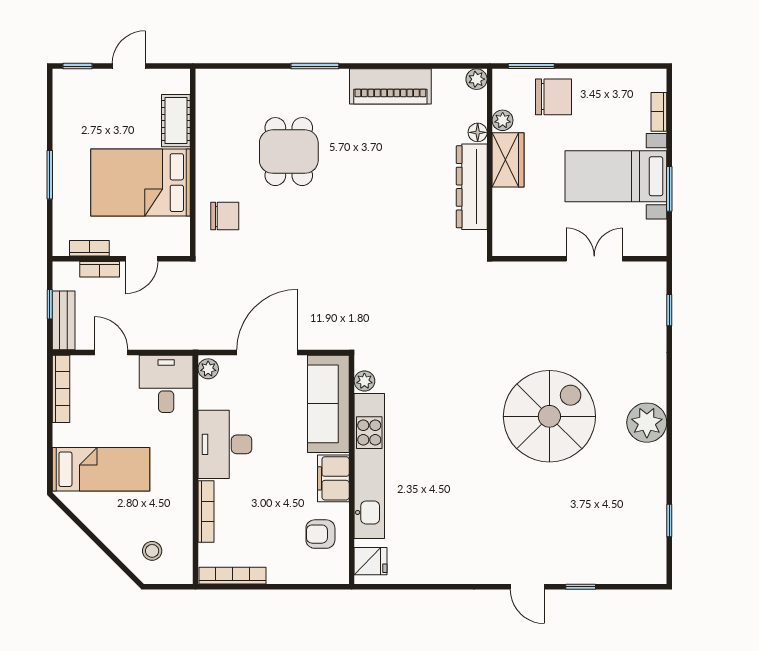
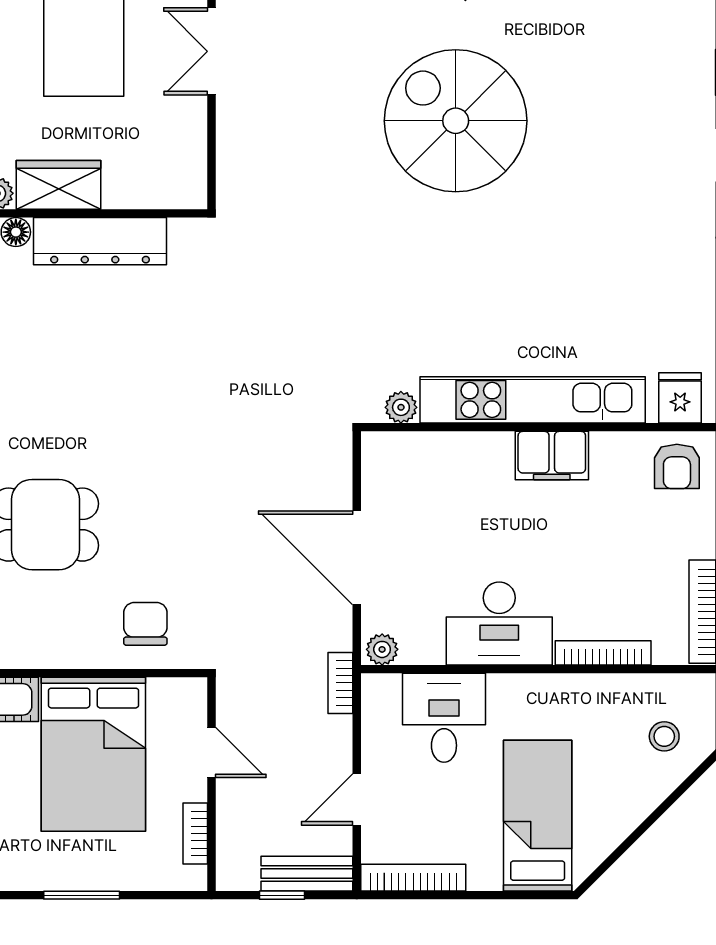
bookcase: (100, 269) -> (340, 683), moved, turned 180
desk: (166, 384) -> (444, 718), moved, turned 90
sofa: (328, 404) -> (436, 463), removed
armchair: (320, 534) -> (677, 466), moved

